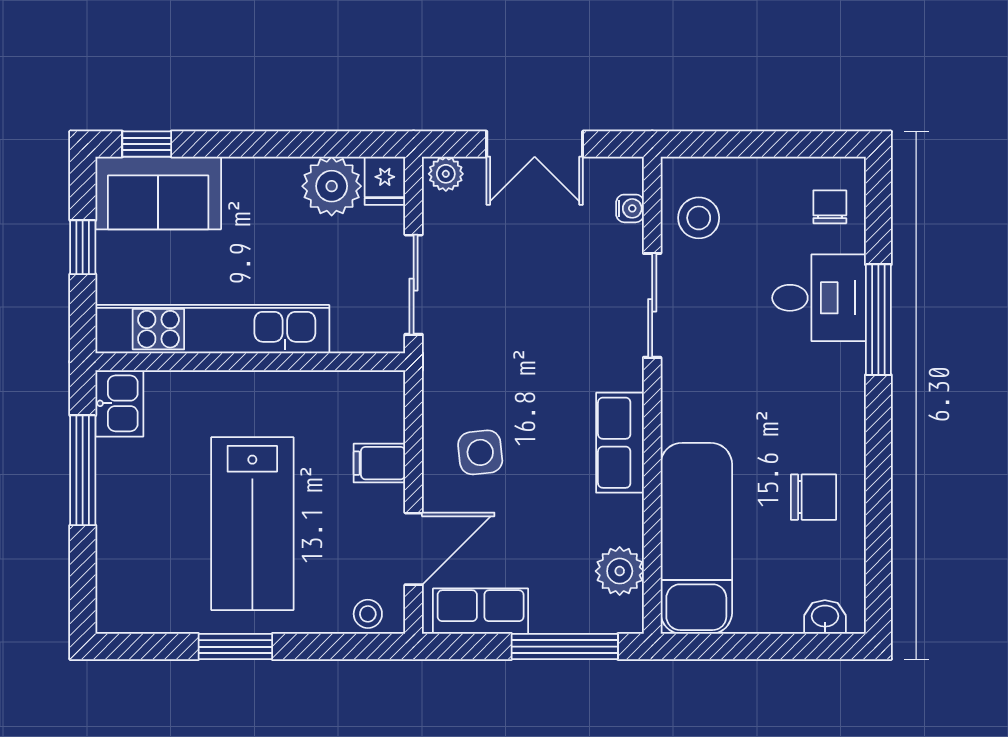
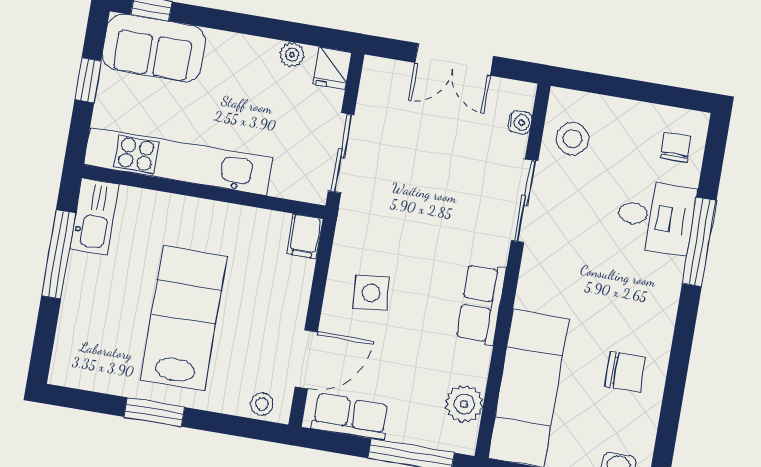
plant: (446, 174) -> (381, 71), removed
plant: (332, 186) -> (292, 55), width x0.53, depth x0.53
kitchen sink: (119, 403) -> (94, 217), width x1.38
filing cabinet: (379, 463) -> (305, 236), moved, turned -90
lab bench: (252, 524) -> (184, 318), turned 180

